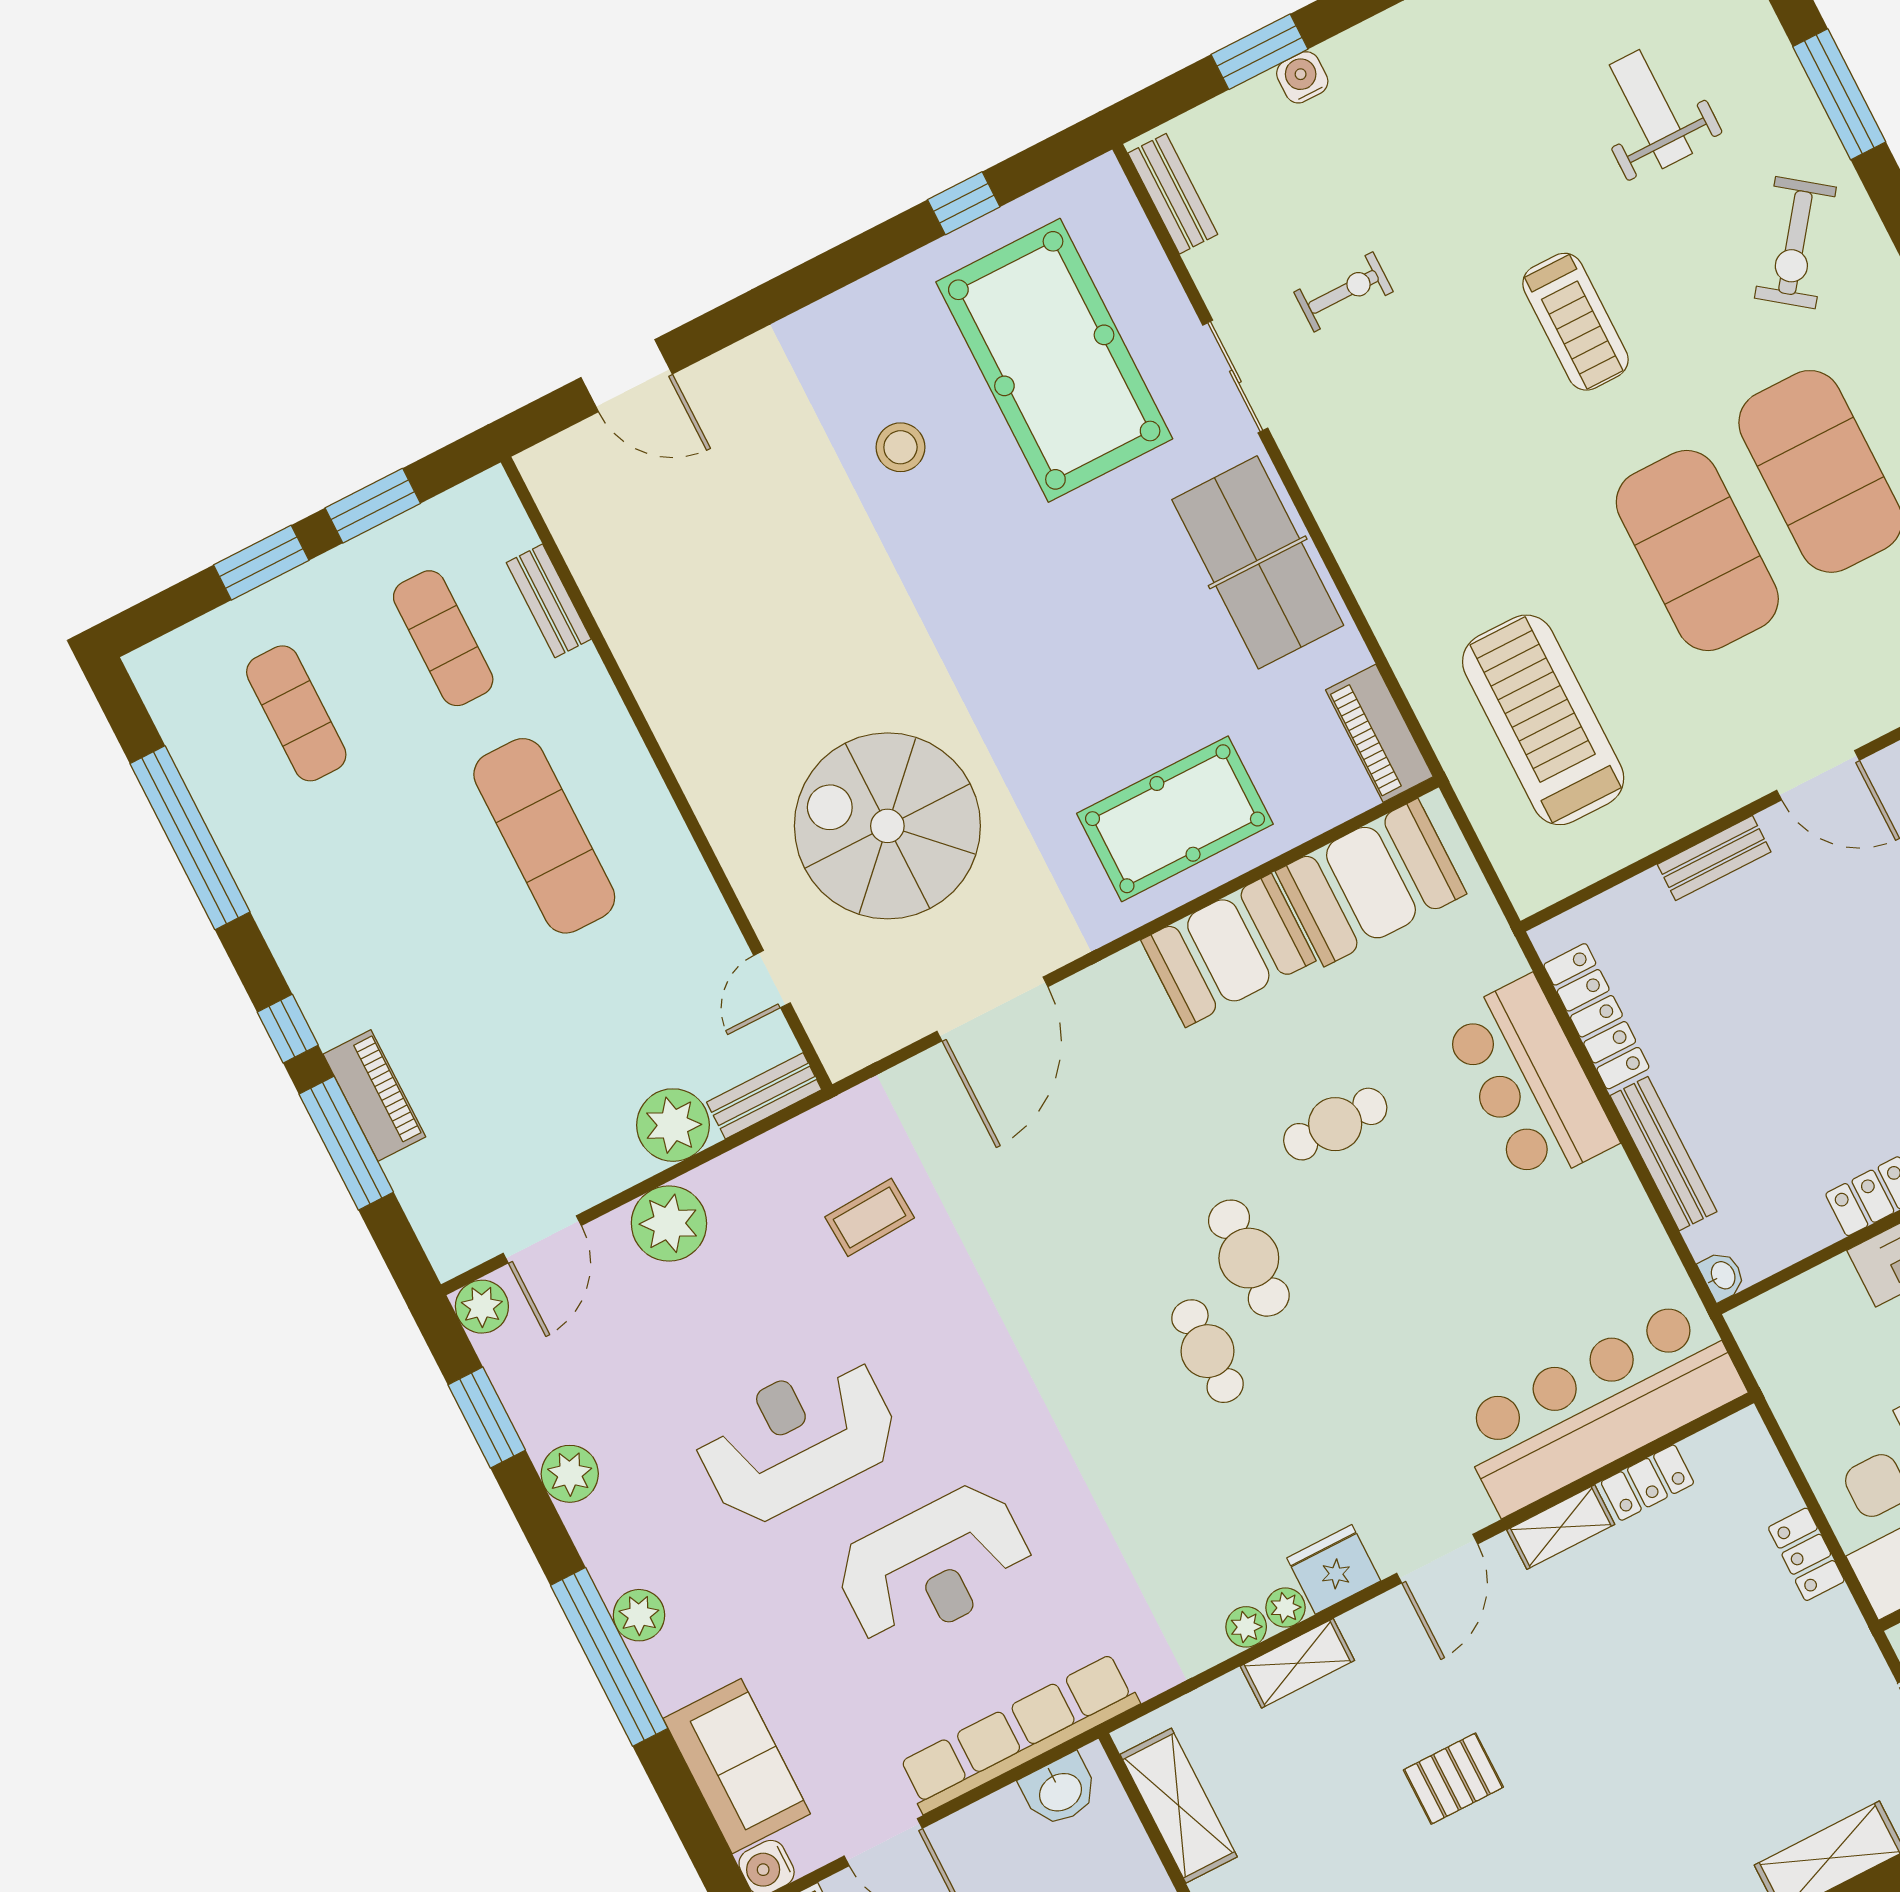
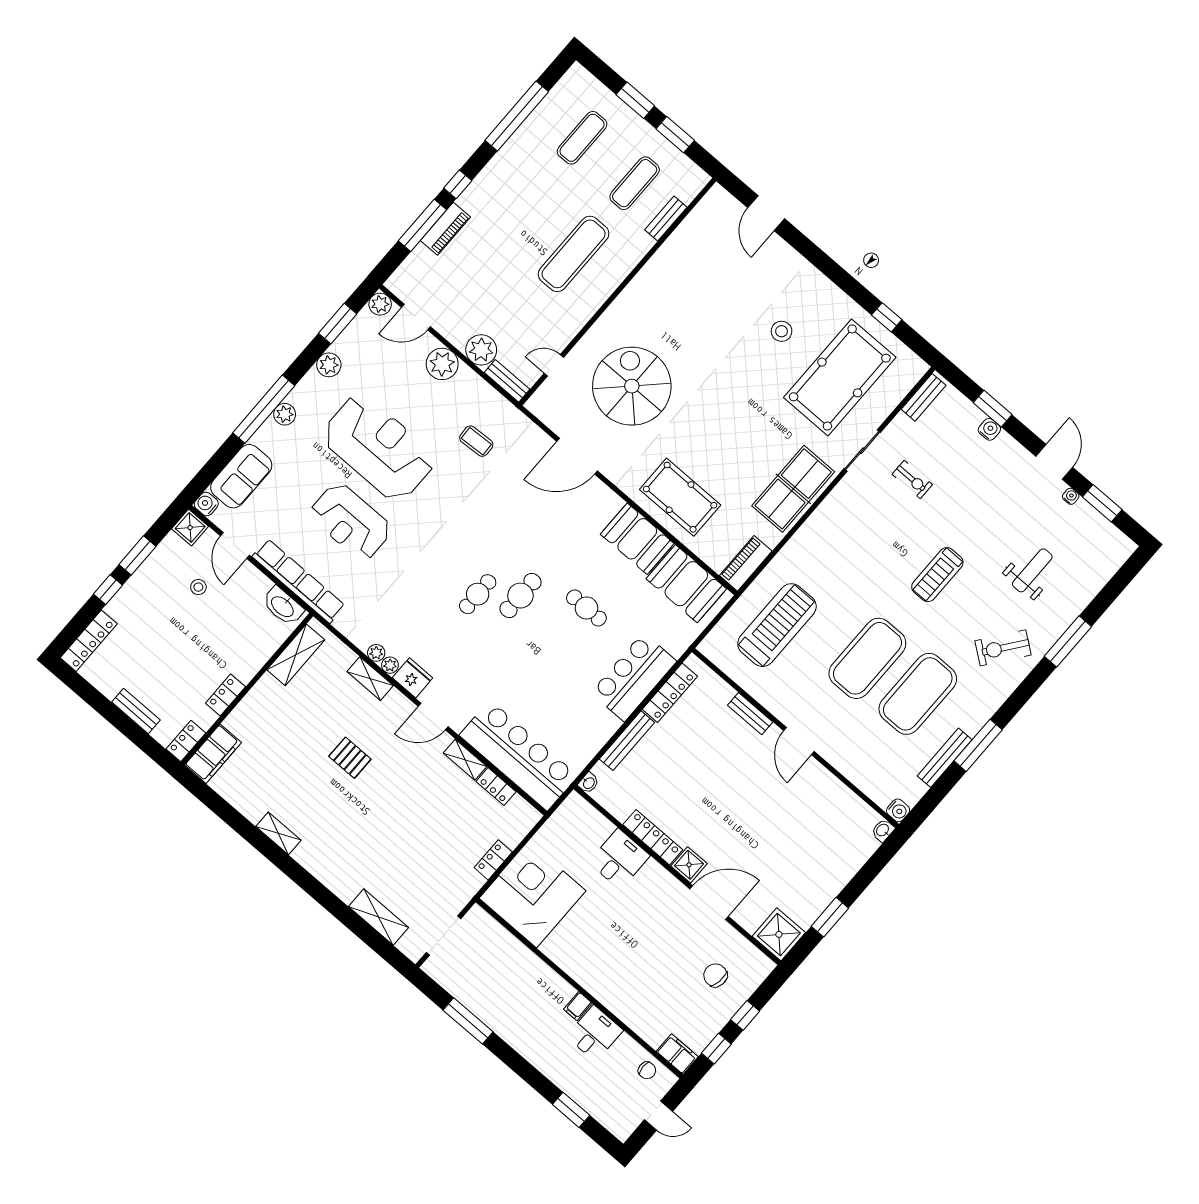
reception desk: (797, 1439) -> (378, 448), width x1.36, depth x1.30
washbasin: (1060, 1791) -> (283, 606), width x1.38

